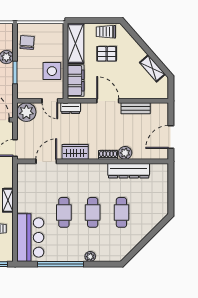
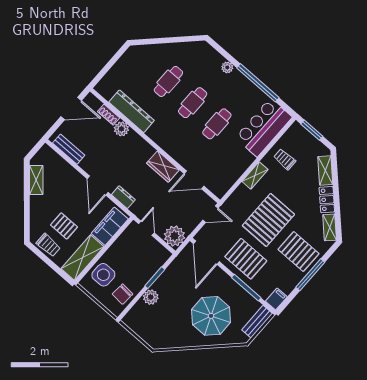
side table: (52, 71) -> (103, 275), moved
dresser: (71, 108) -> (123, 197), moved
bench: (136, 108) -> (69, 149), moved
shoe rack: (108, 155) -> (109, 115), moved

